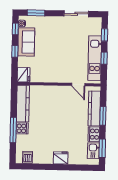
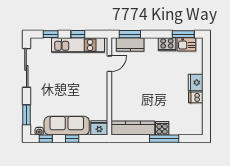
sliding door: (76, 14) -> (26, 68), width x1.37
sofa: (26, 42) -> (67, 126), width x1.36
kitchen counter: (94, 109) -> (130, 44), width x0.67
window: (103, 116) -> (130, 34), moved
dishwasher: (28, 157) -> (196, 97), moved

